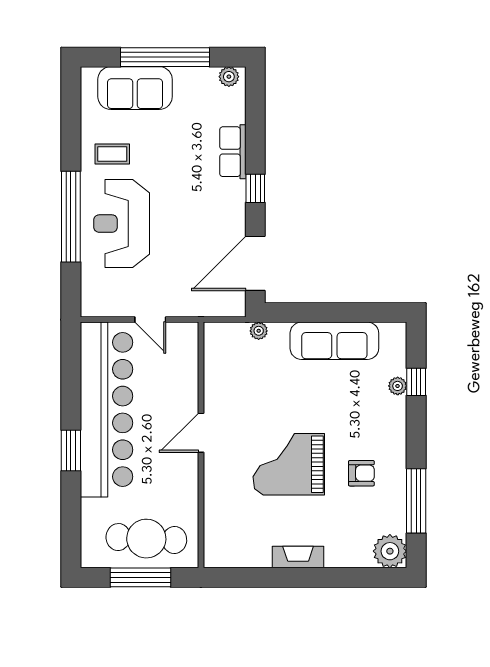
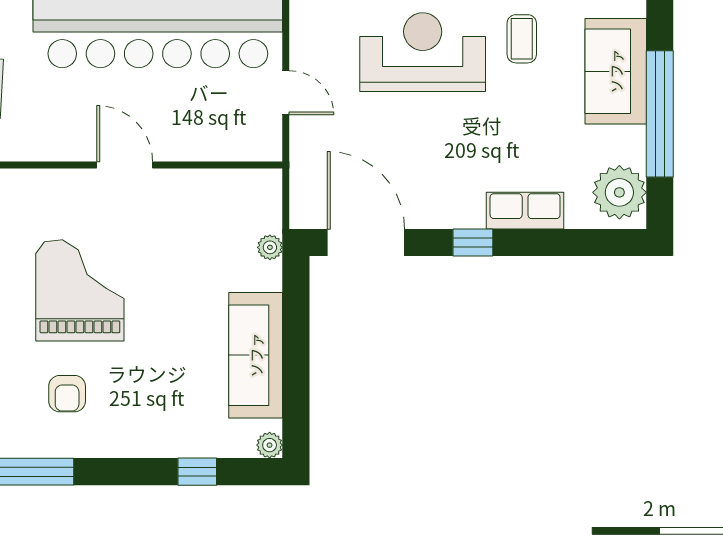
plant: (229, 77) -> (619, 192), width x1.88, depth x1.88
door: (150, 320) -> (286, 93), swing flipped
plant: (398, 386) -> (270, 445), moved

